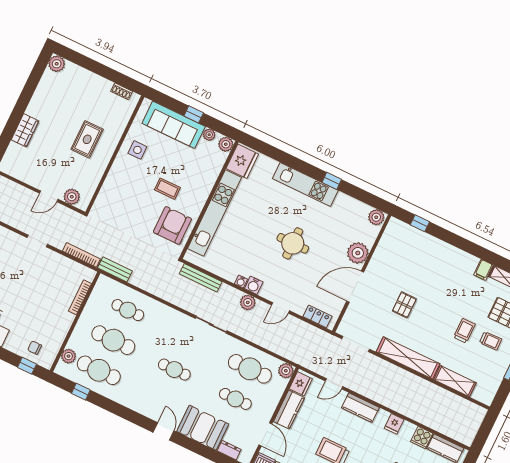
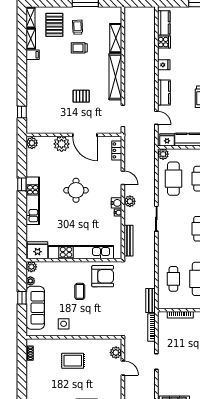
armchair: (172, 225) -> (103, 276), turned 180

